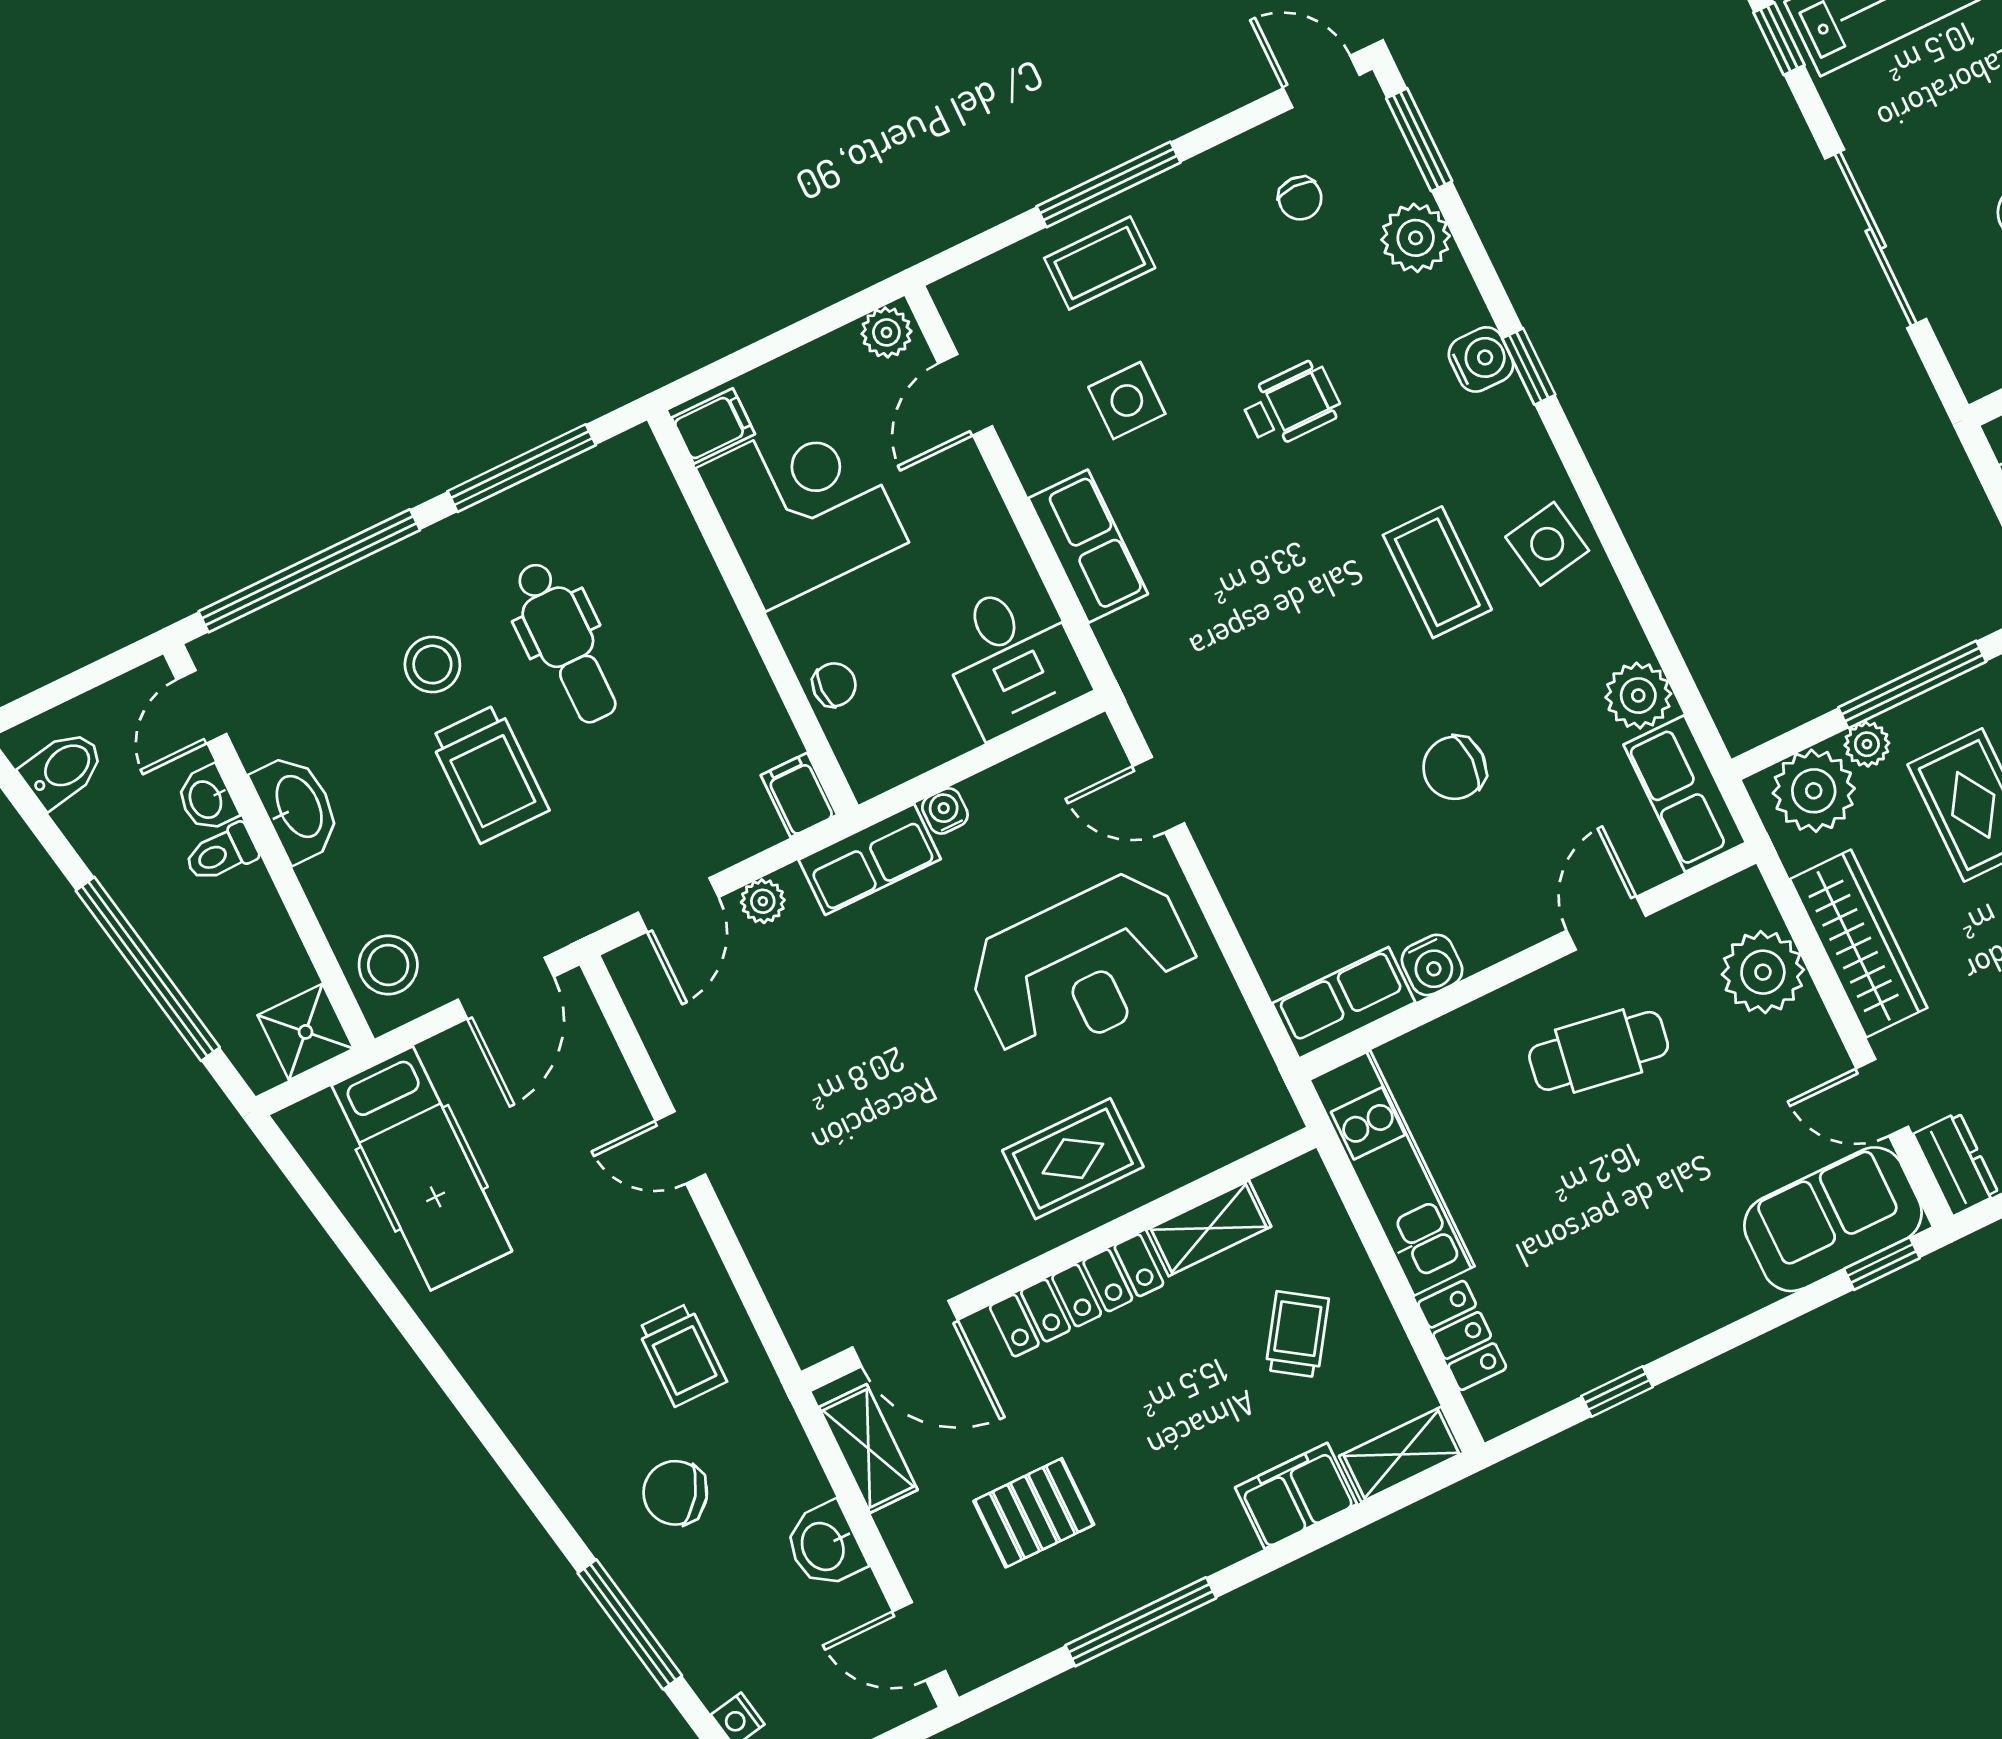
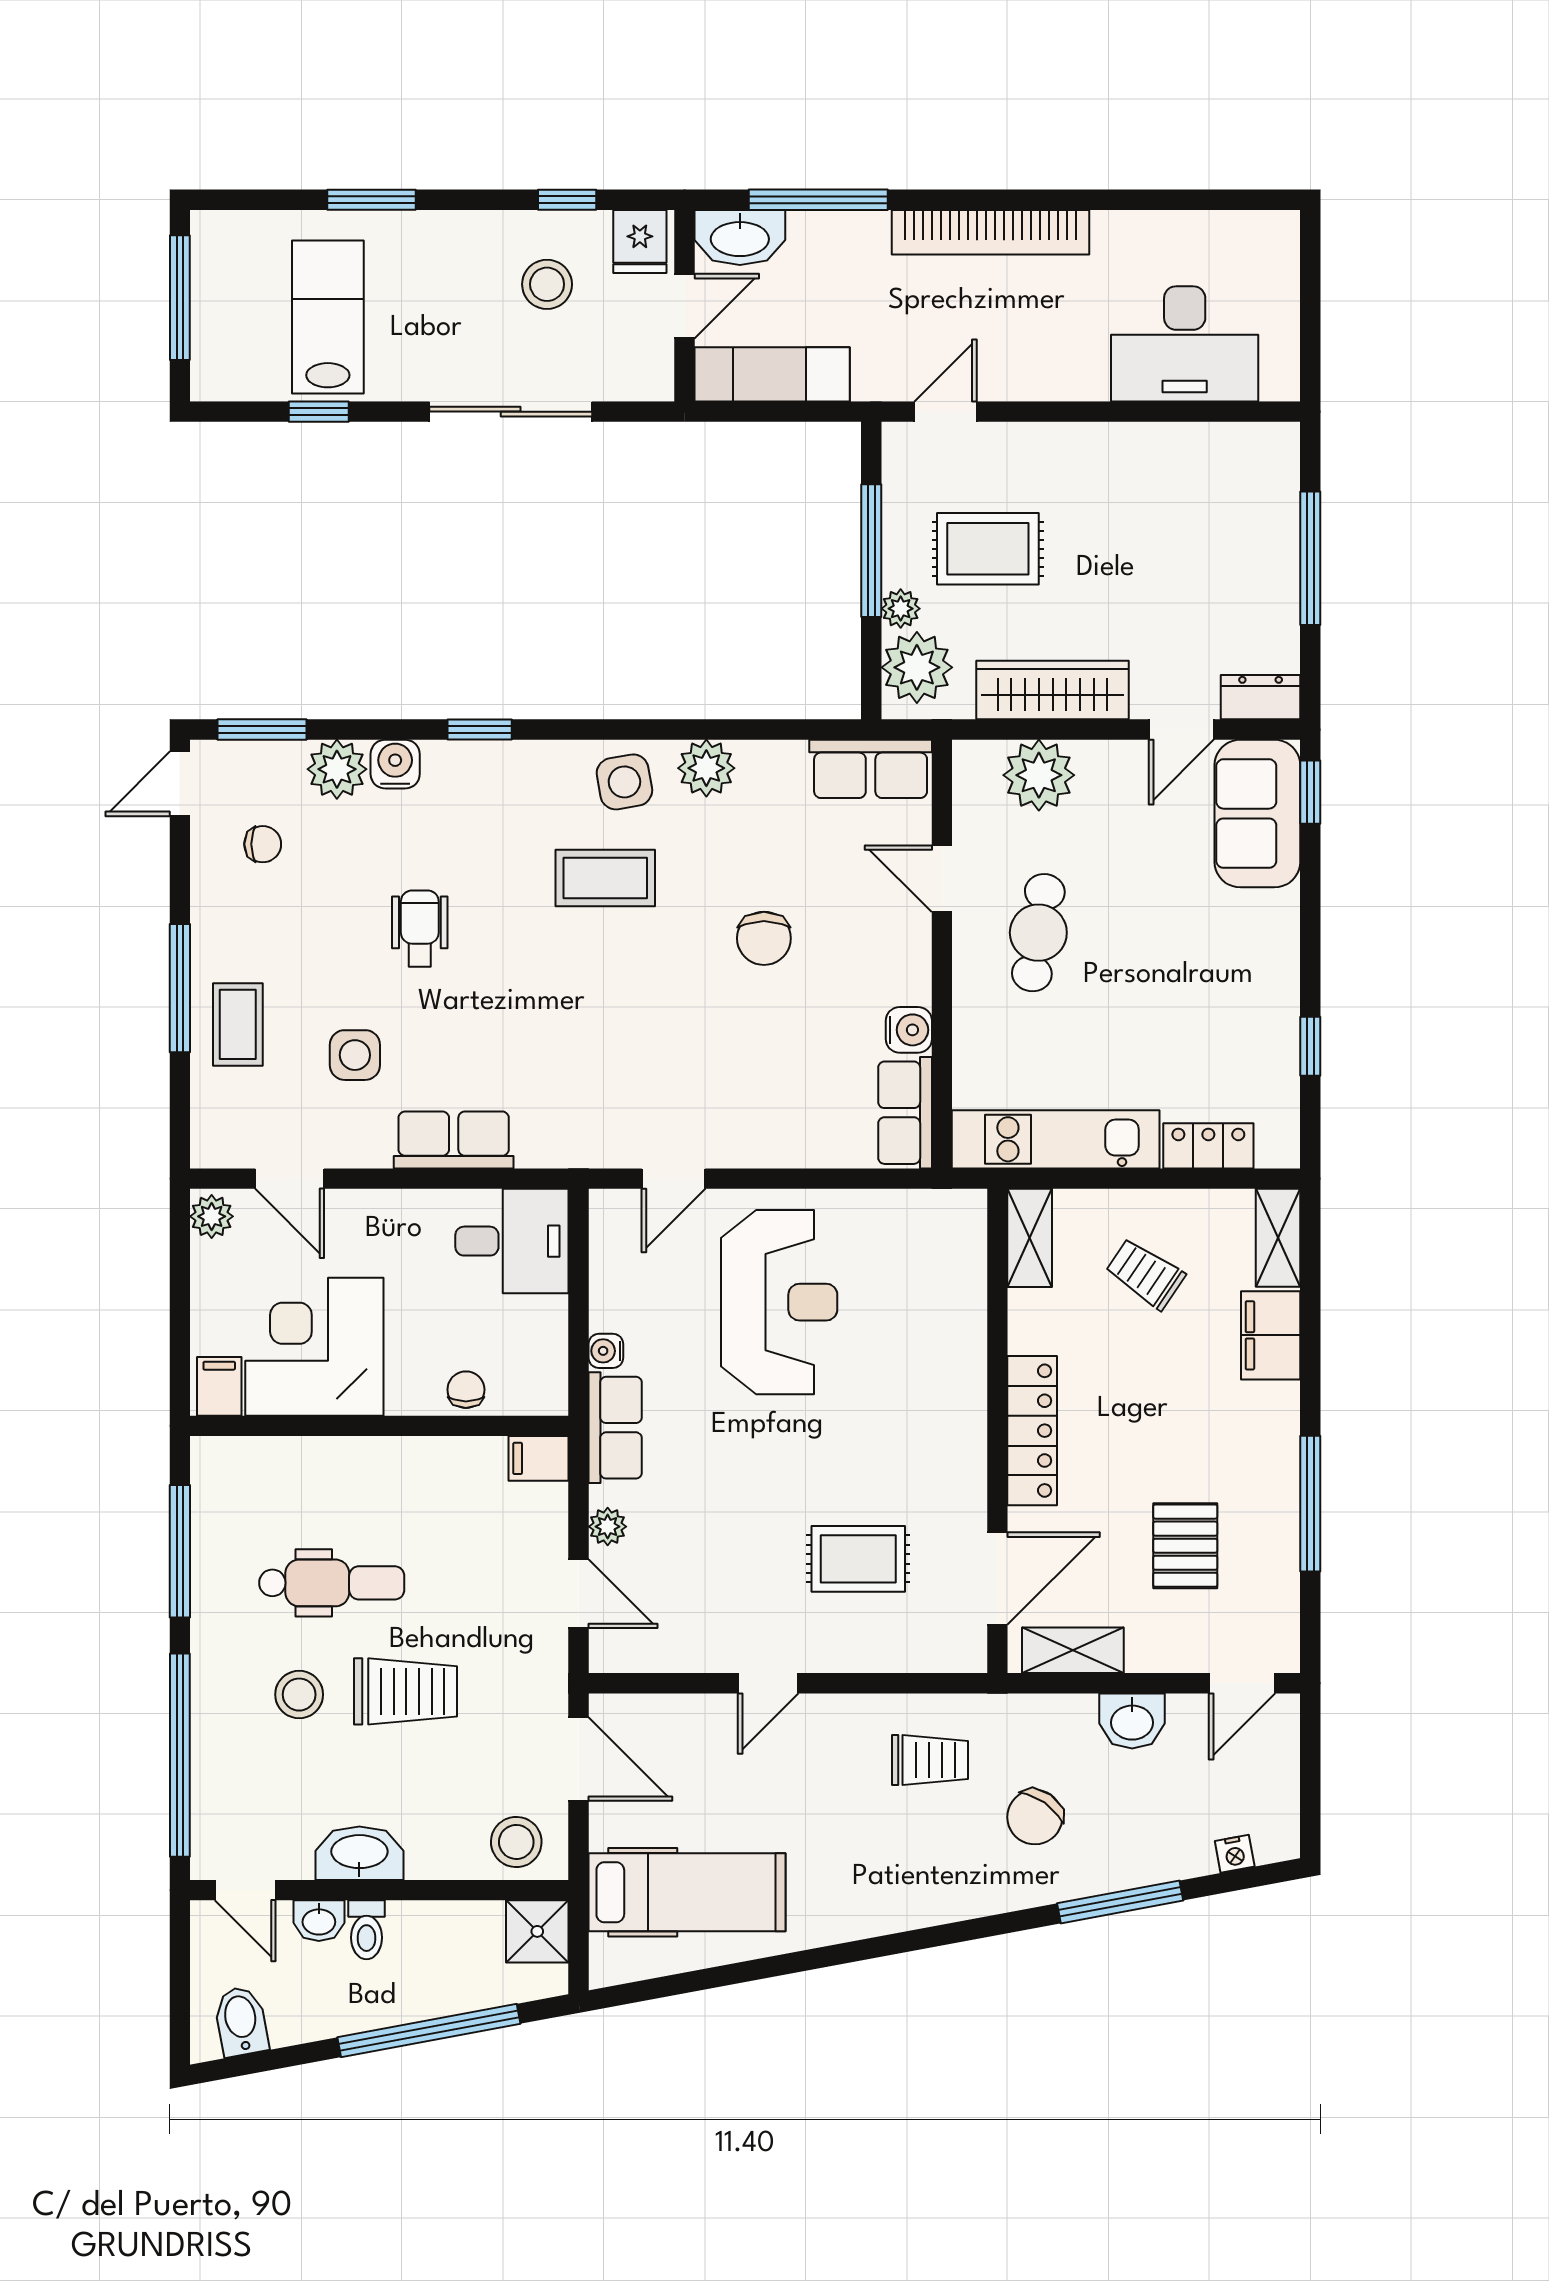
water cooler: (1481, 359) -> (395, 764), moved
plant: (1638, 696) -> (706, 768), moved
rug: (1073, 1159) -> (858, 1559), moved, turned 90
shelving: (1209, 1228) -> (1030, 1238), moved

